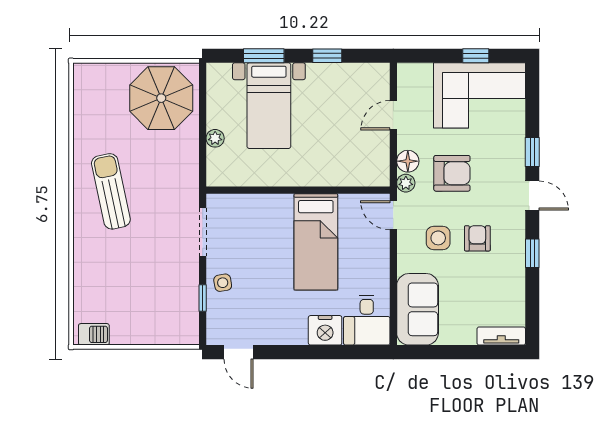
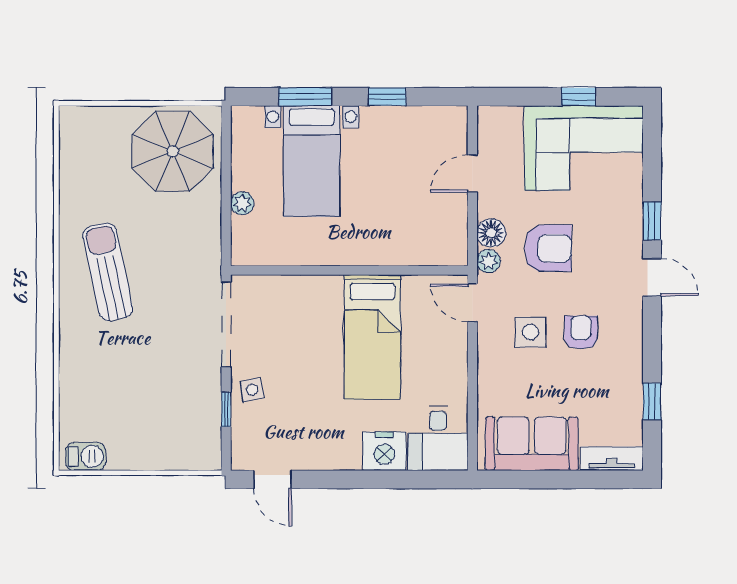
doorway: (203, 232) -> (226, 324), width x1.36
window: (532, 253) -> (652, 402), moved
sofa: (418, 309) -> (532, 444), moved, turned -90

